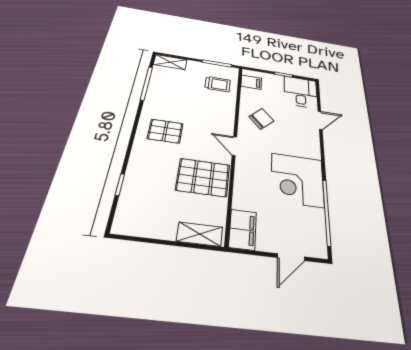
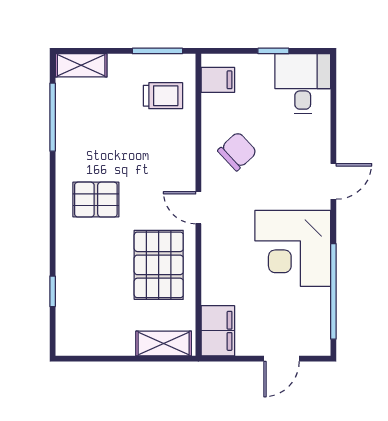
door: (320, 120) -> (333, 181), moved
pallet: (203, 177) -> (159, 265), turned 90

